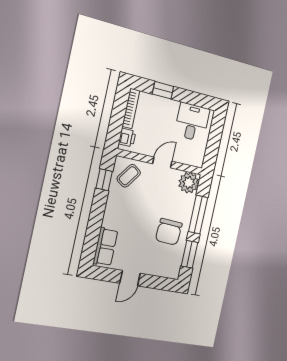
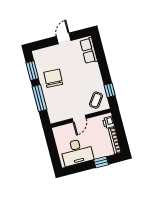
desk: (192, 122) -> (77, 152), width x1.37
plant: (189, 183) -> (56, 115), removed

